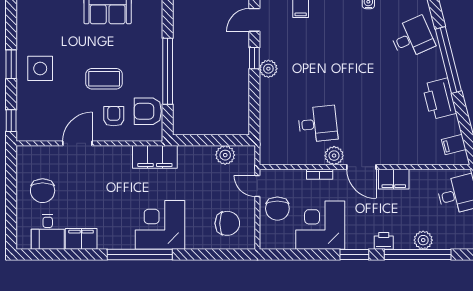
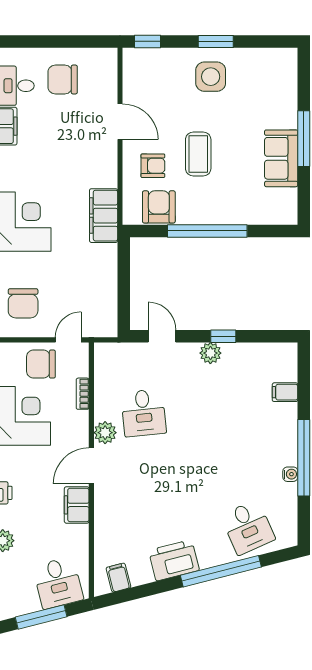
door: (254, 20) -> (162, 336), moved
plant: (225, 155) -> (106, 301), removed
bookcase: (320, 174) -> (83, 394), moved

